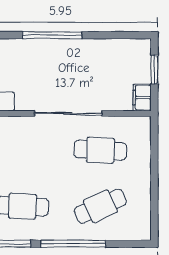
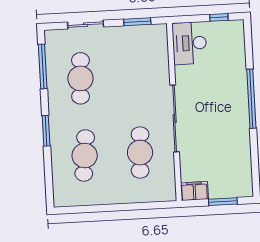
cafe table: (100, 206) -> (85, 156), turned 30
window: (73, 244) -> (46, 131), width x0.47

